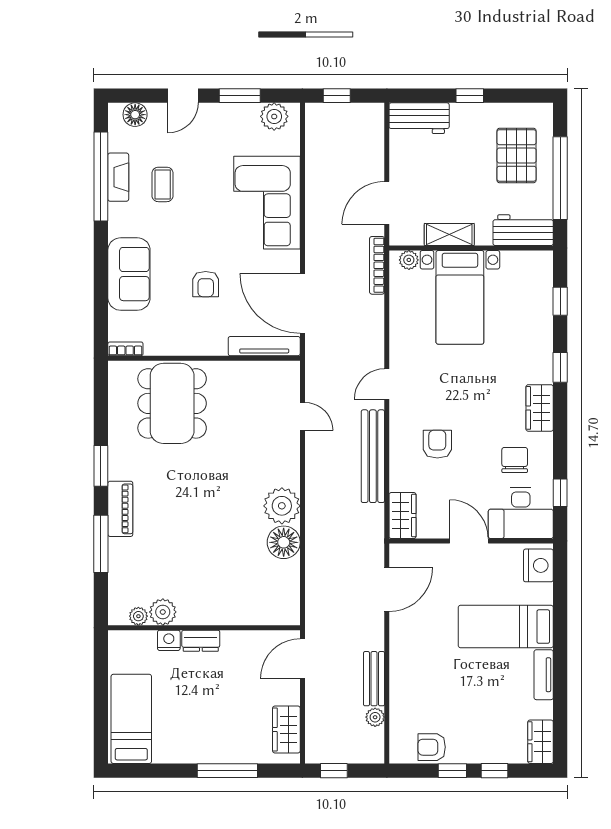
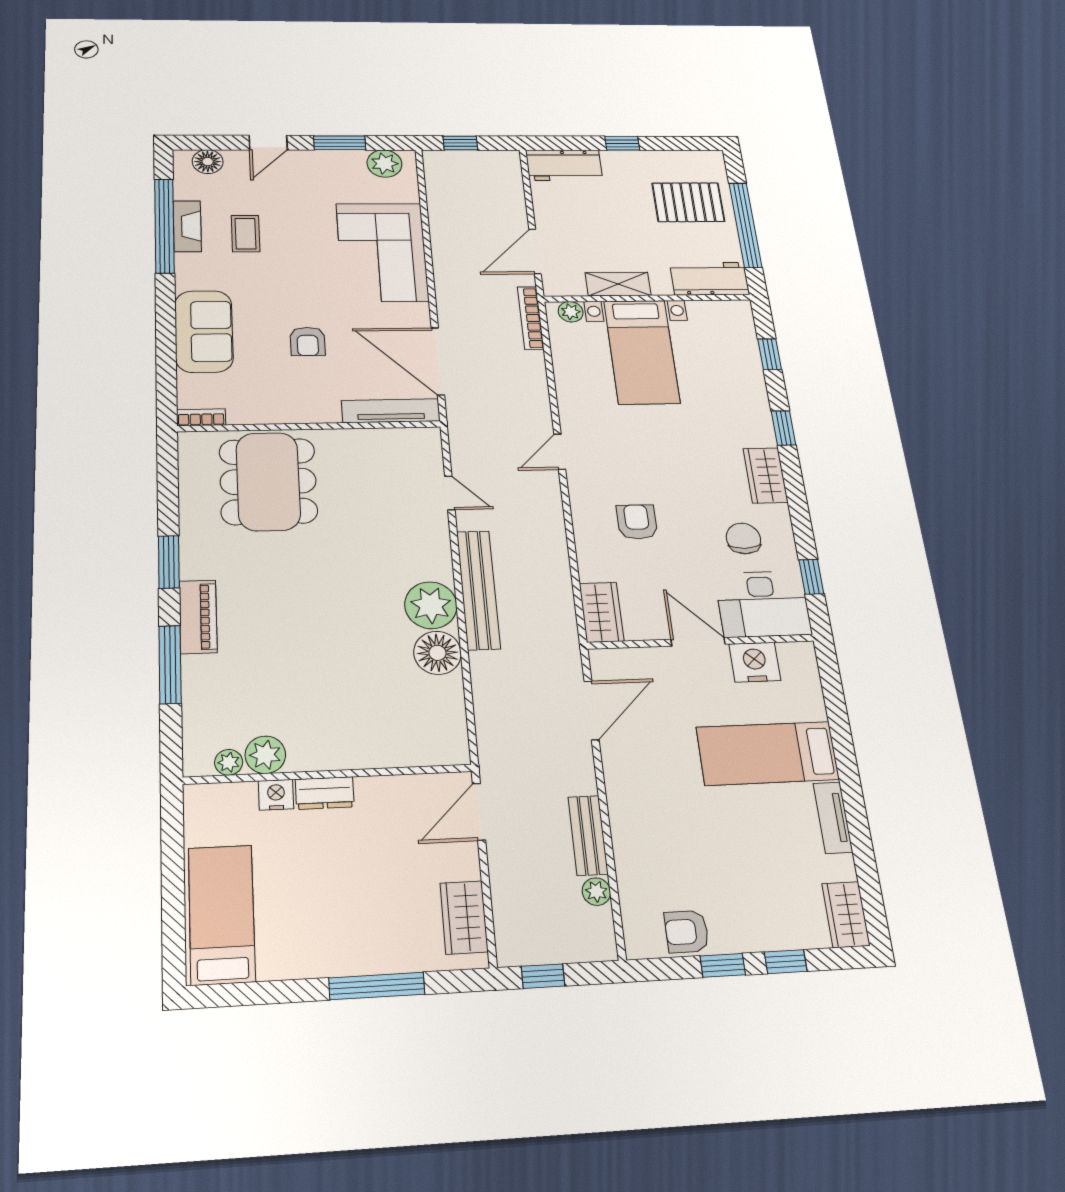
pallet: (517, 155) -> (688, 202), turned 90
bench: (373, 456) -> (478, 590), moved
nightstand: (538, 565) -> (755, 662), moved, turned -90

